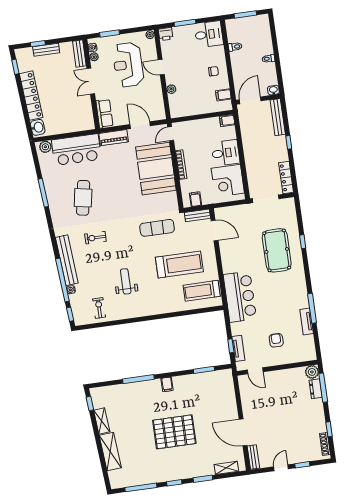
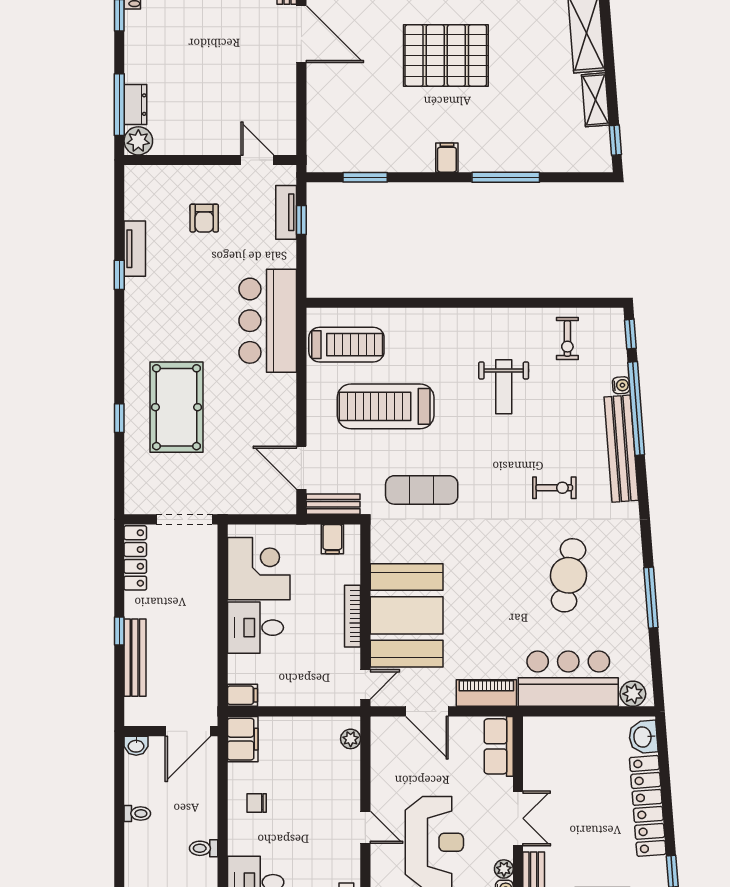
plant: (171, 89) -> (351, 739), moved
filing cabinet: (223, 95) -> (243, 739), width x2.00
bench: (278, 117) -> (135, 658), moved
window: (312, 308) -> (119, 275), width x0.46

